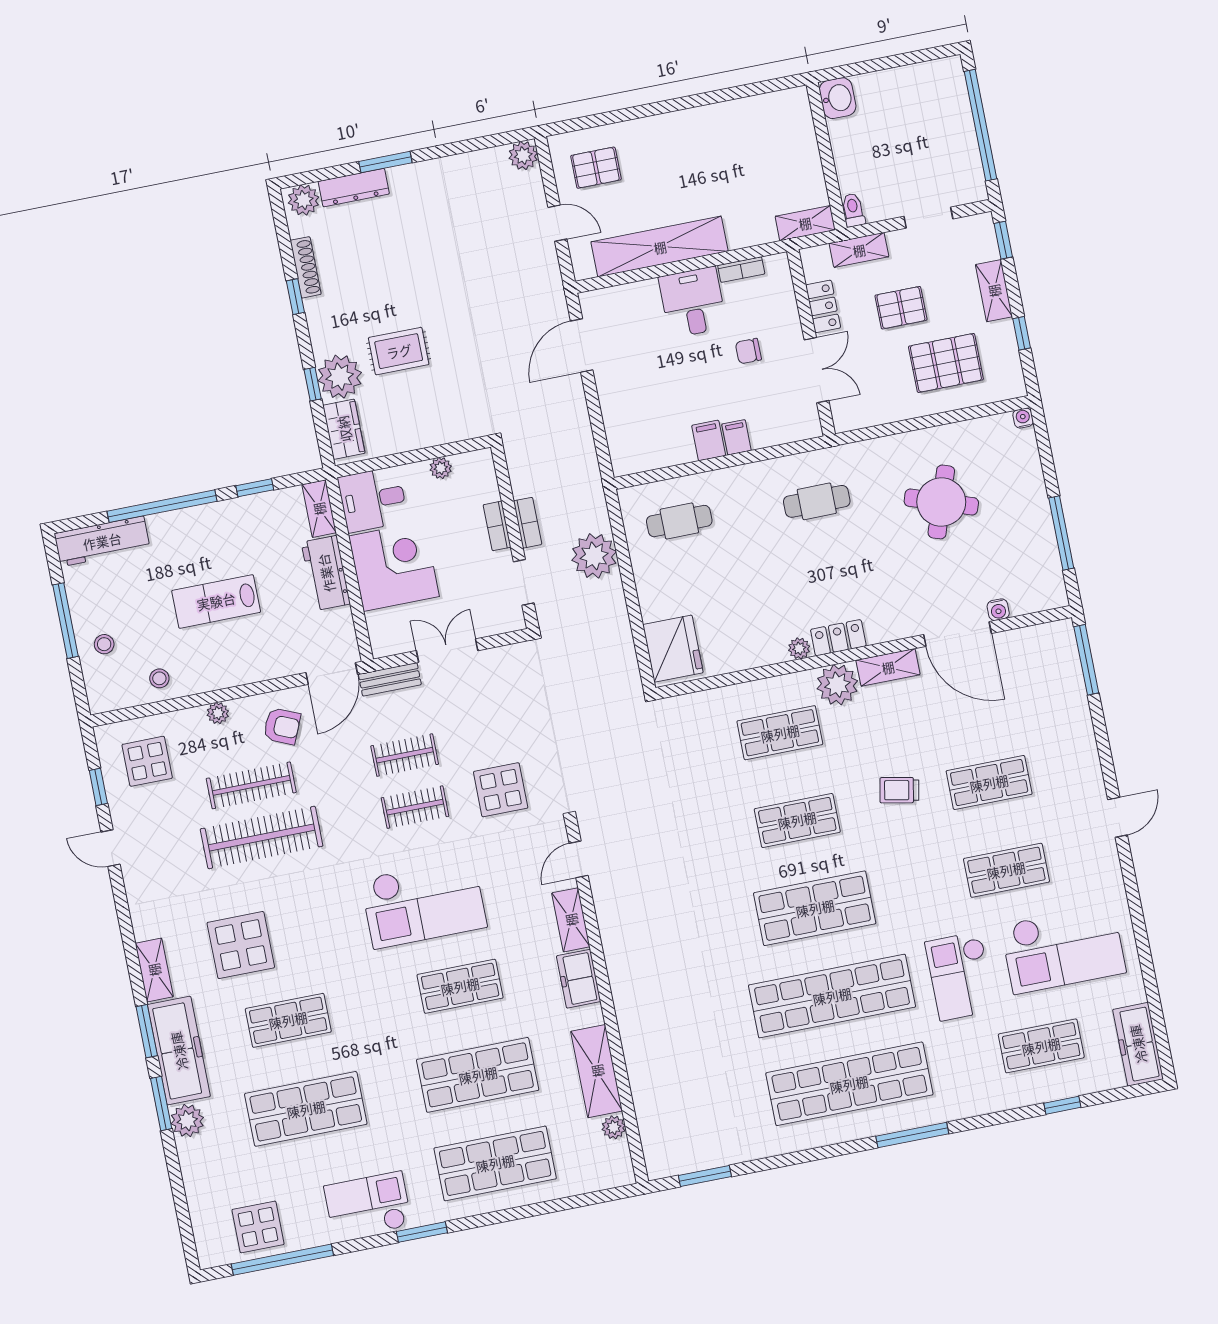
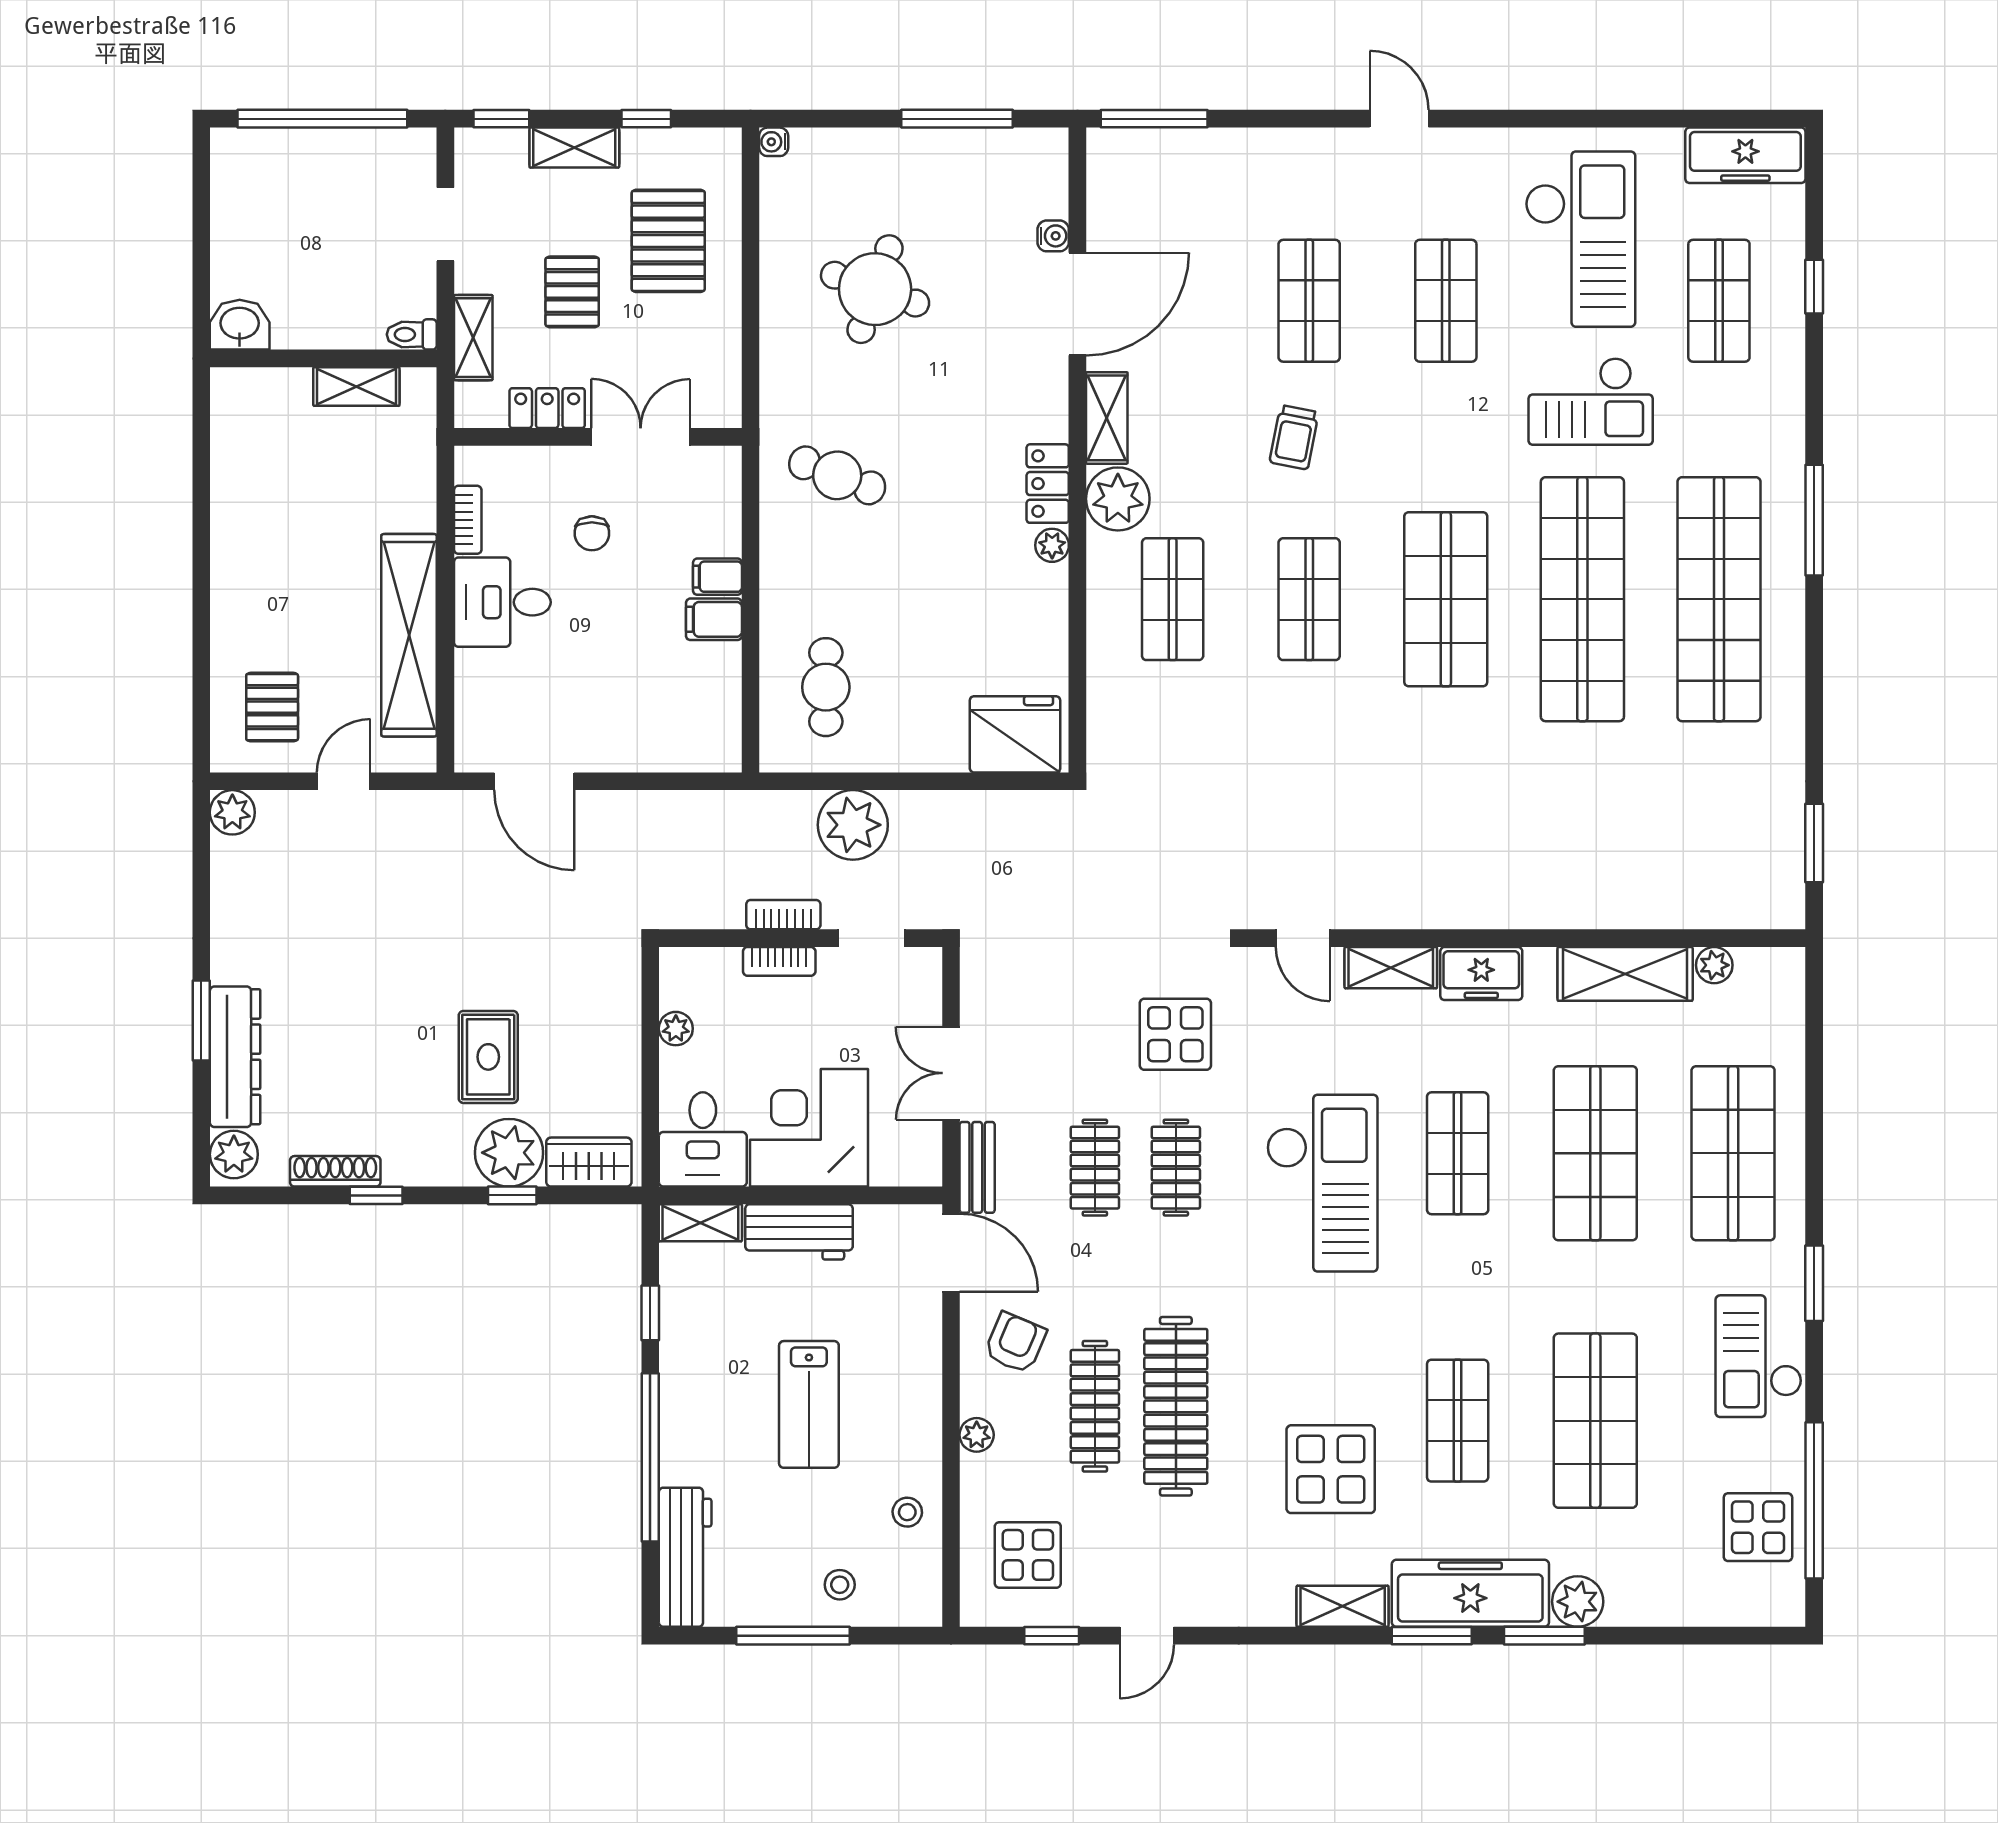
dresser: (354, 188) -> (235, 1057), width x1.37, depth x1.24
shelving: (805, 223) -> (356, 387), moved, turned 90
cafe table: (817, 501) -> (837, 475), turned -69

